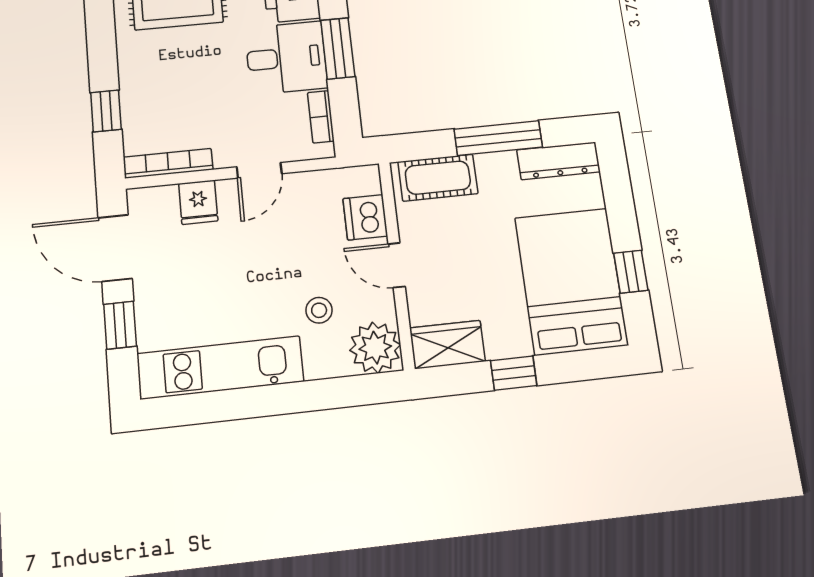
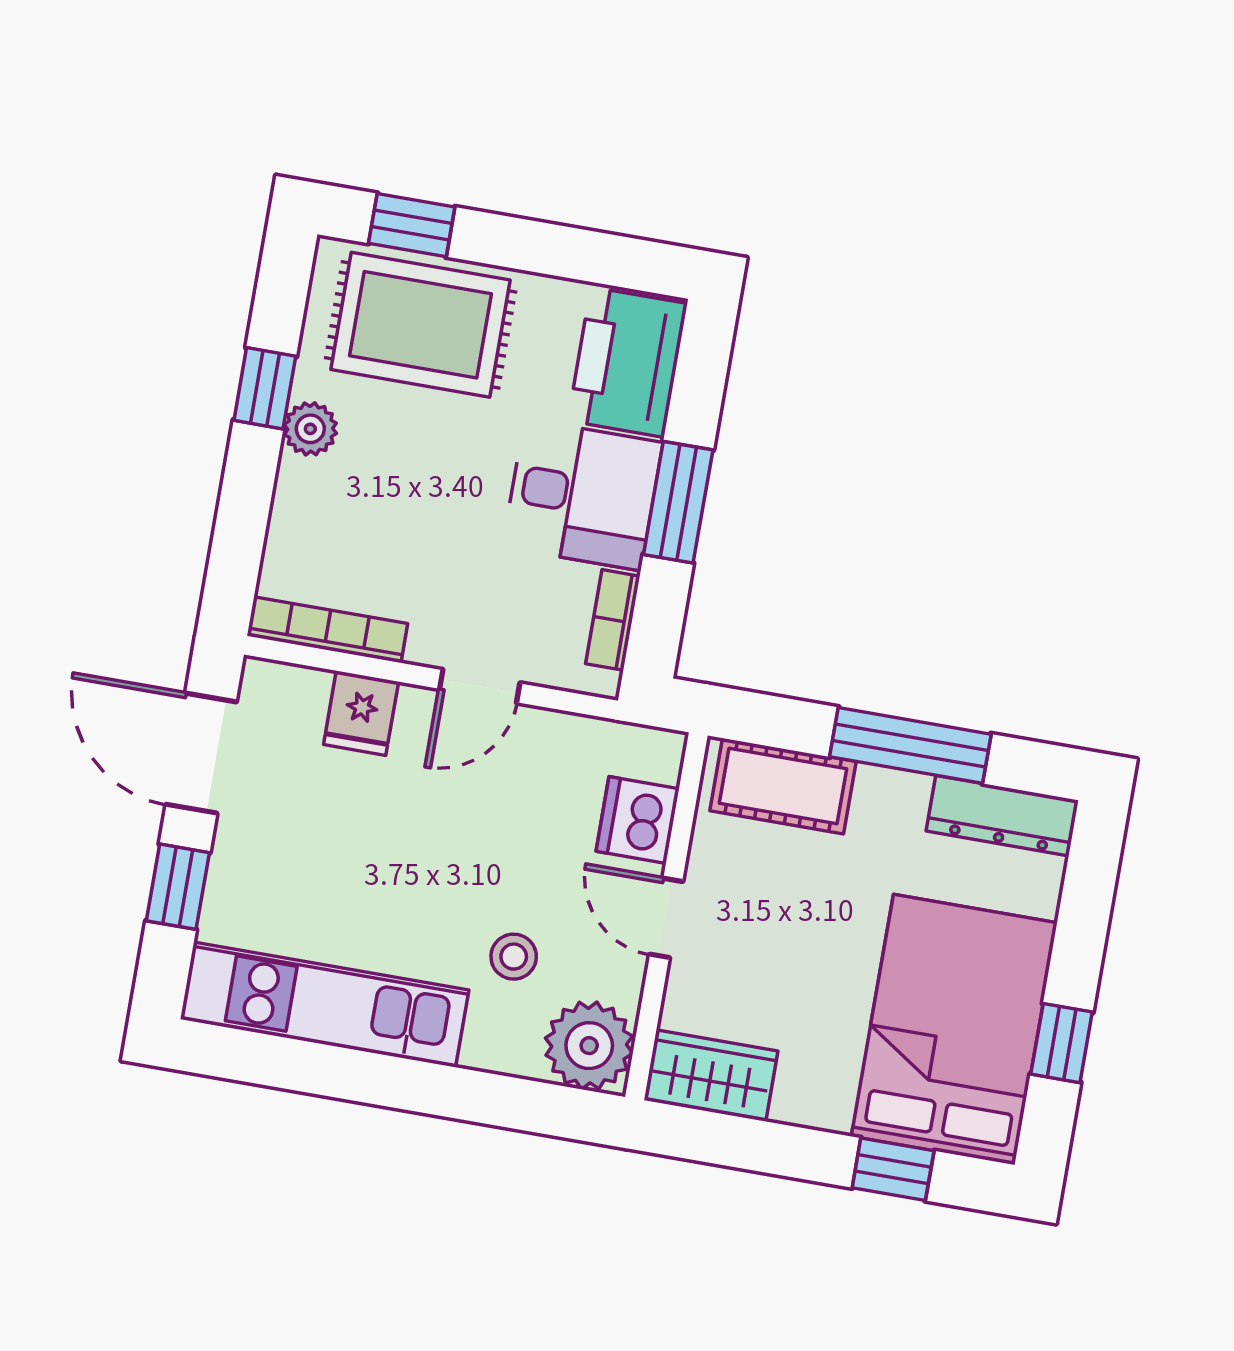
plant: (132, 63) -> (310, 429), added
window: (106, 111) -> (265, 388), moved
window: (514, 373) -> (893, 1169), moved

